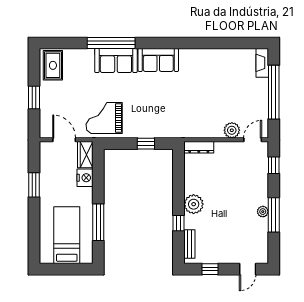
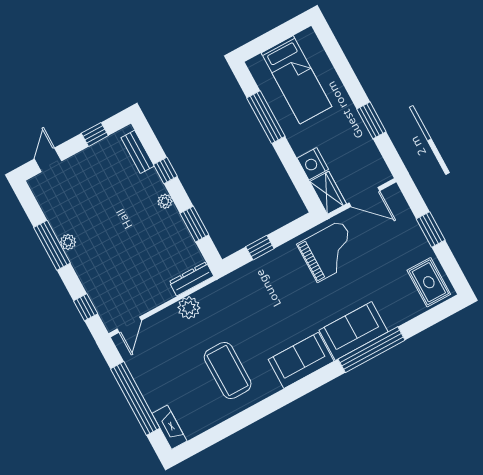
coffee table: (207, 78) -> (228, 371), added
plant: (232, 130) -> (189, 308), moved
window: (178, 180) -> (194, 224), added
plant: (194, 204) -> (165, 201), width x0.53, depth x0.53

